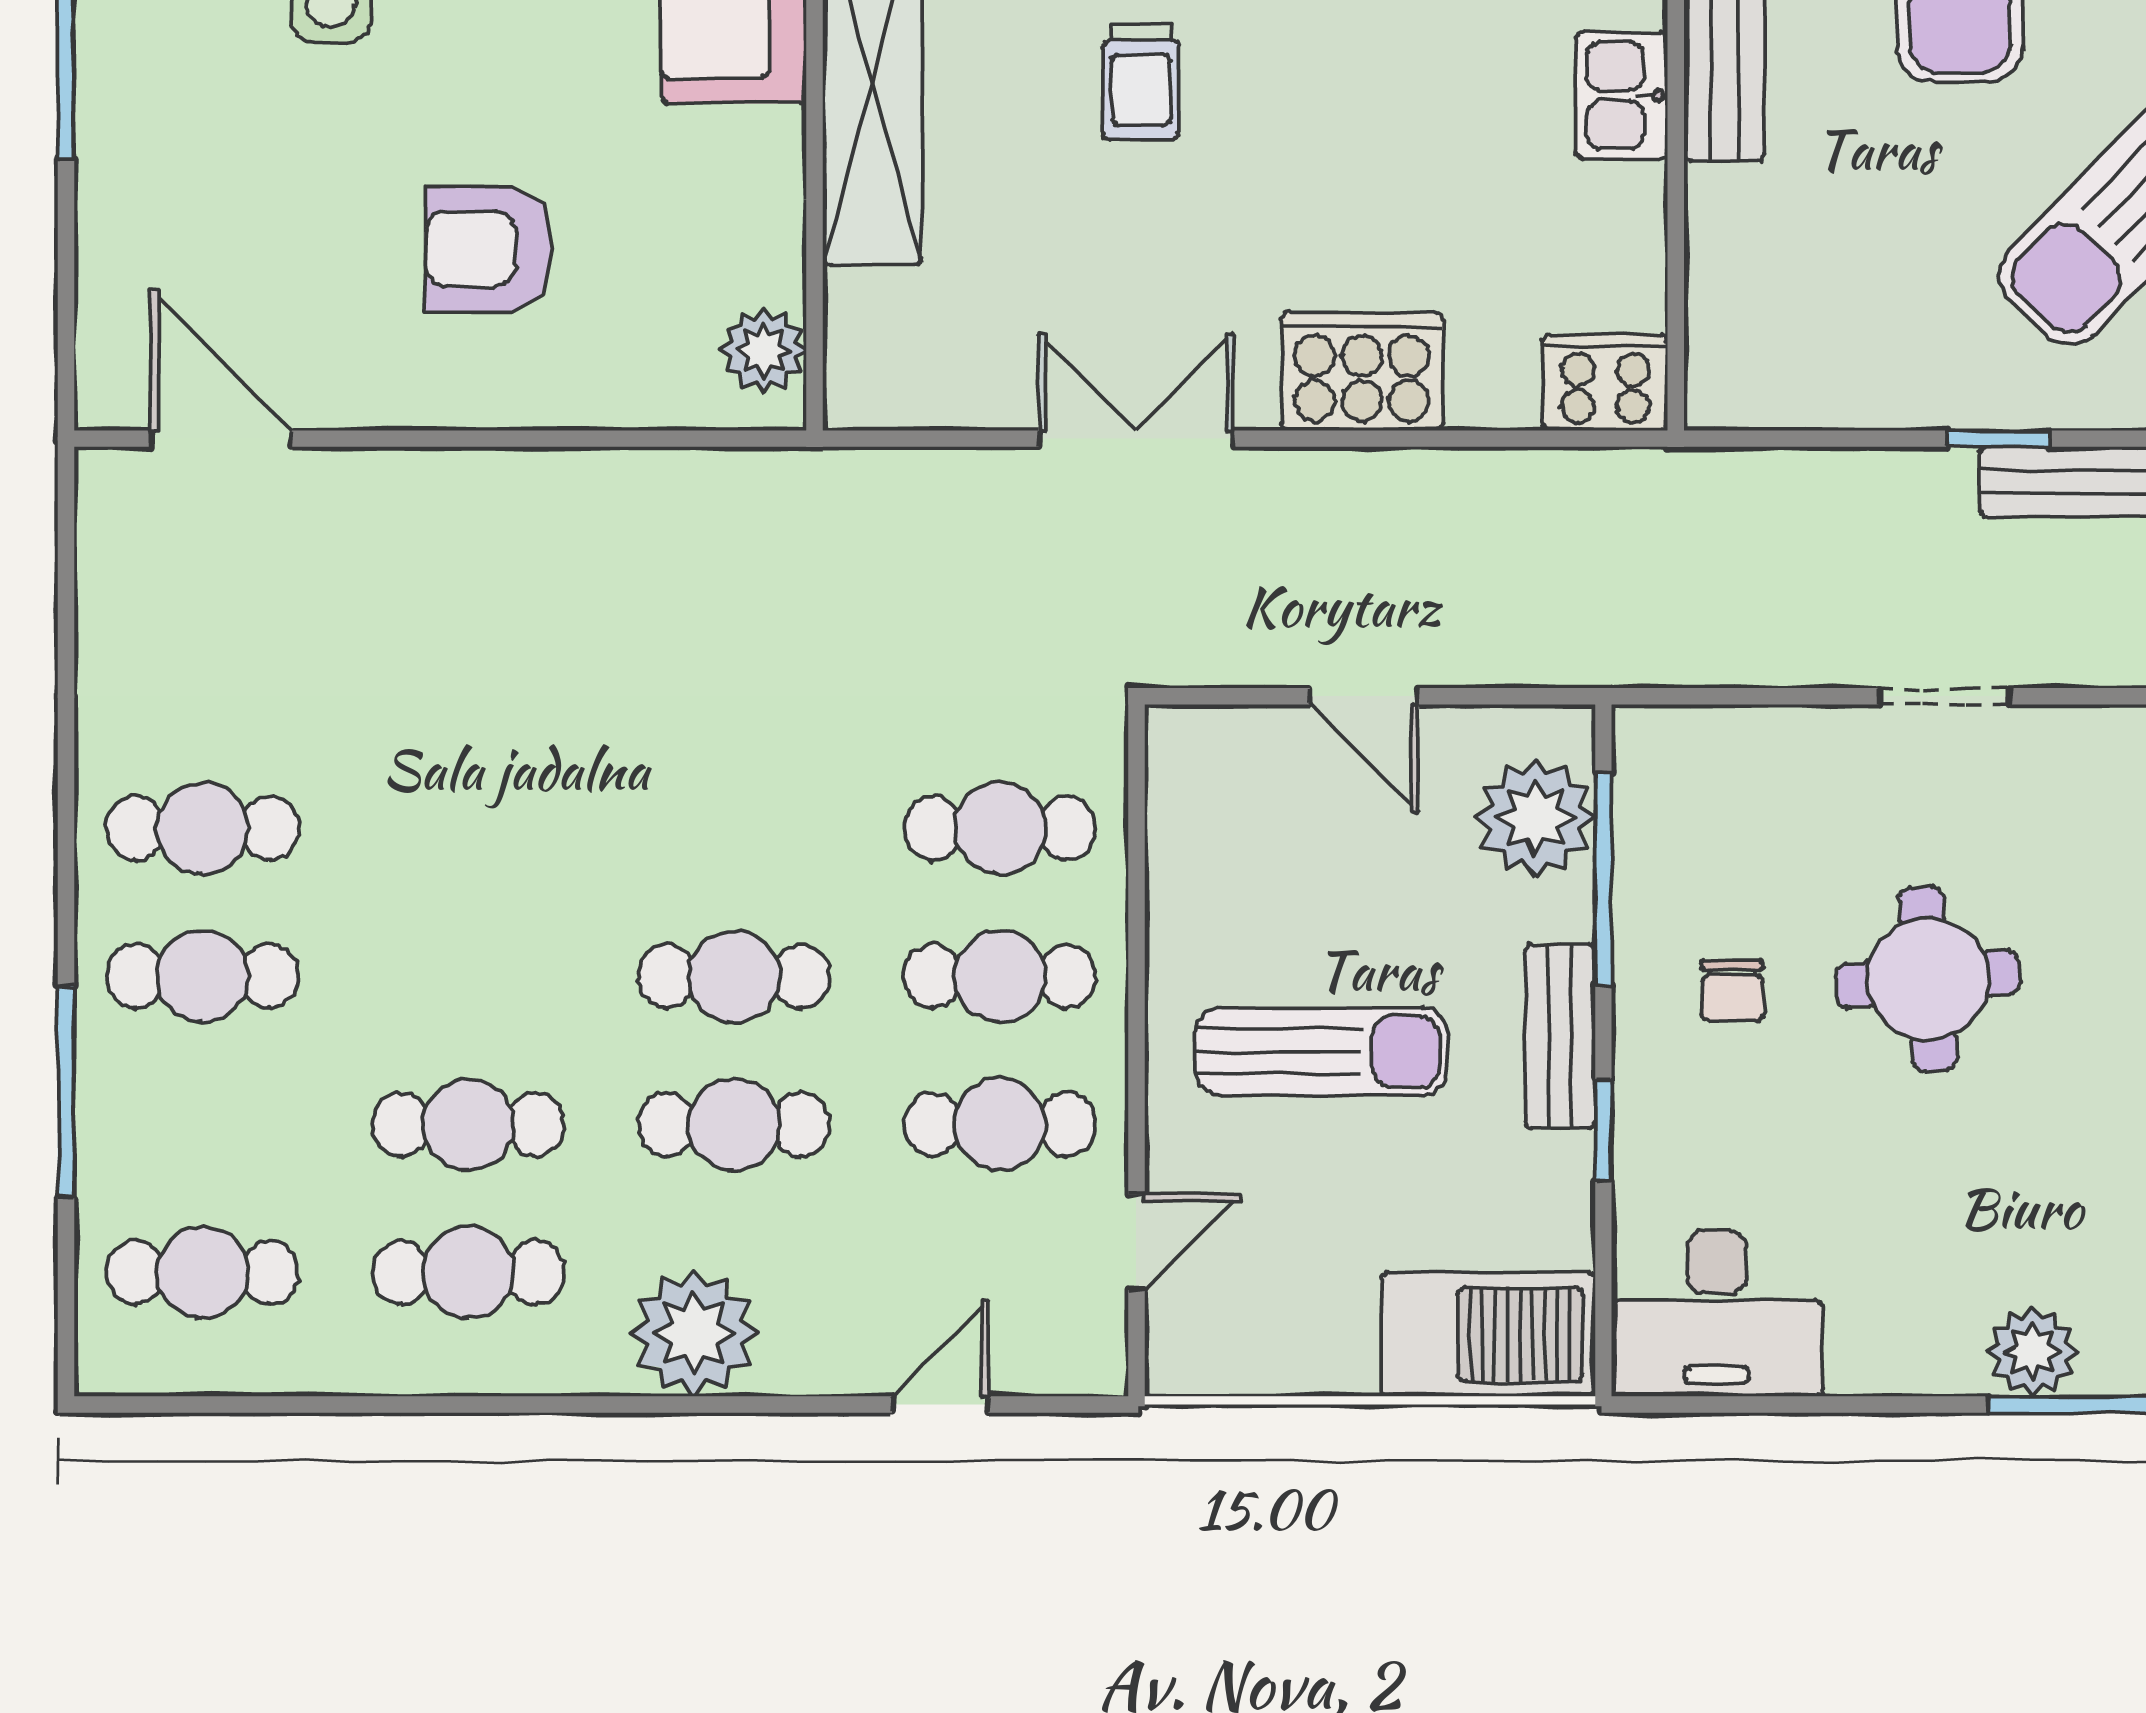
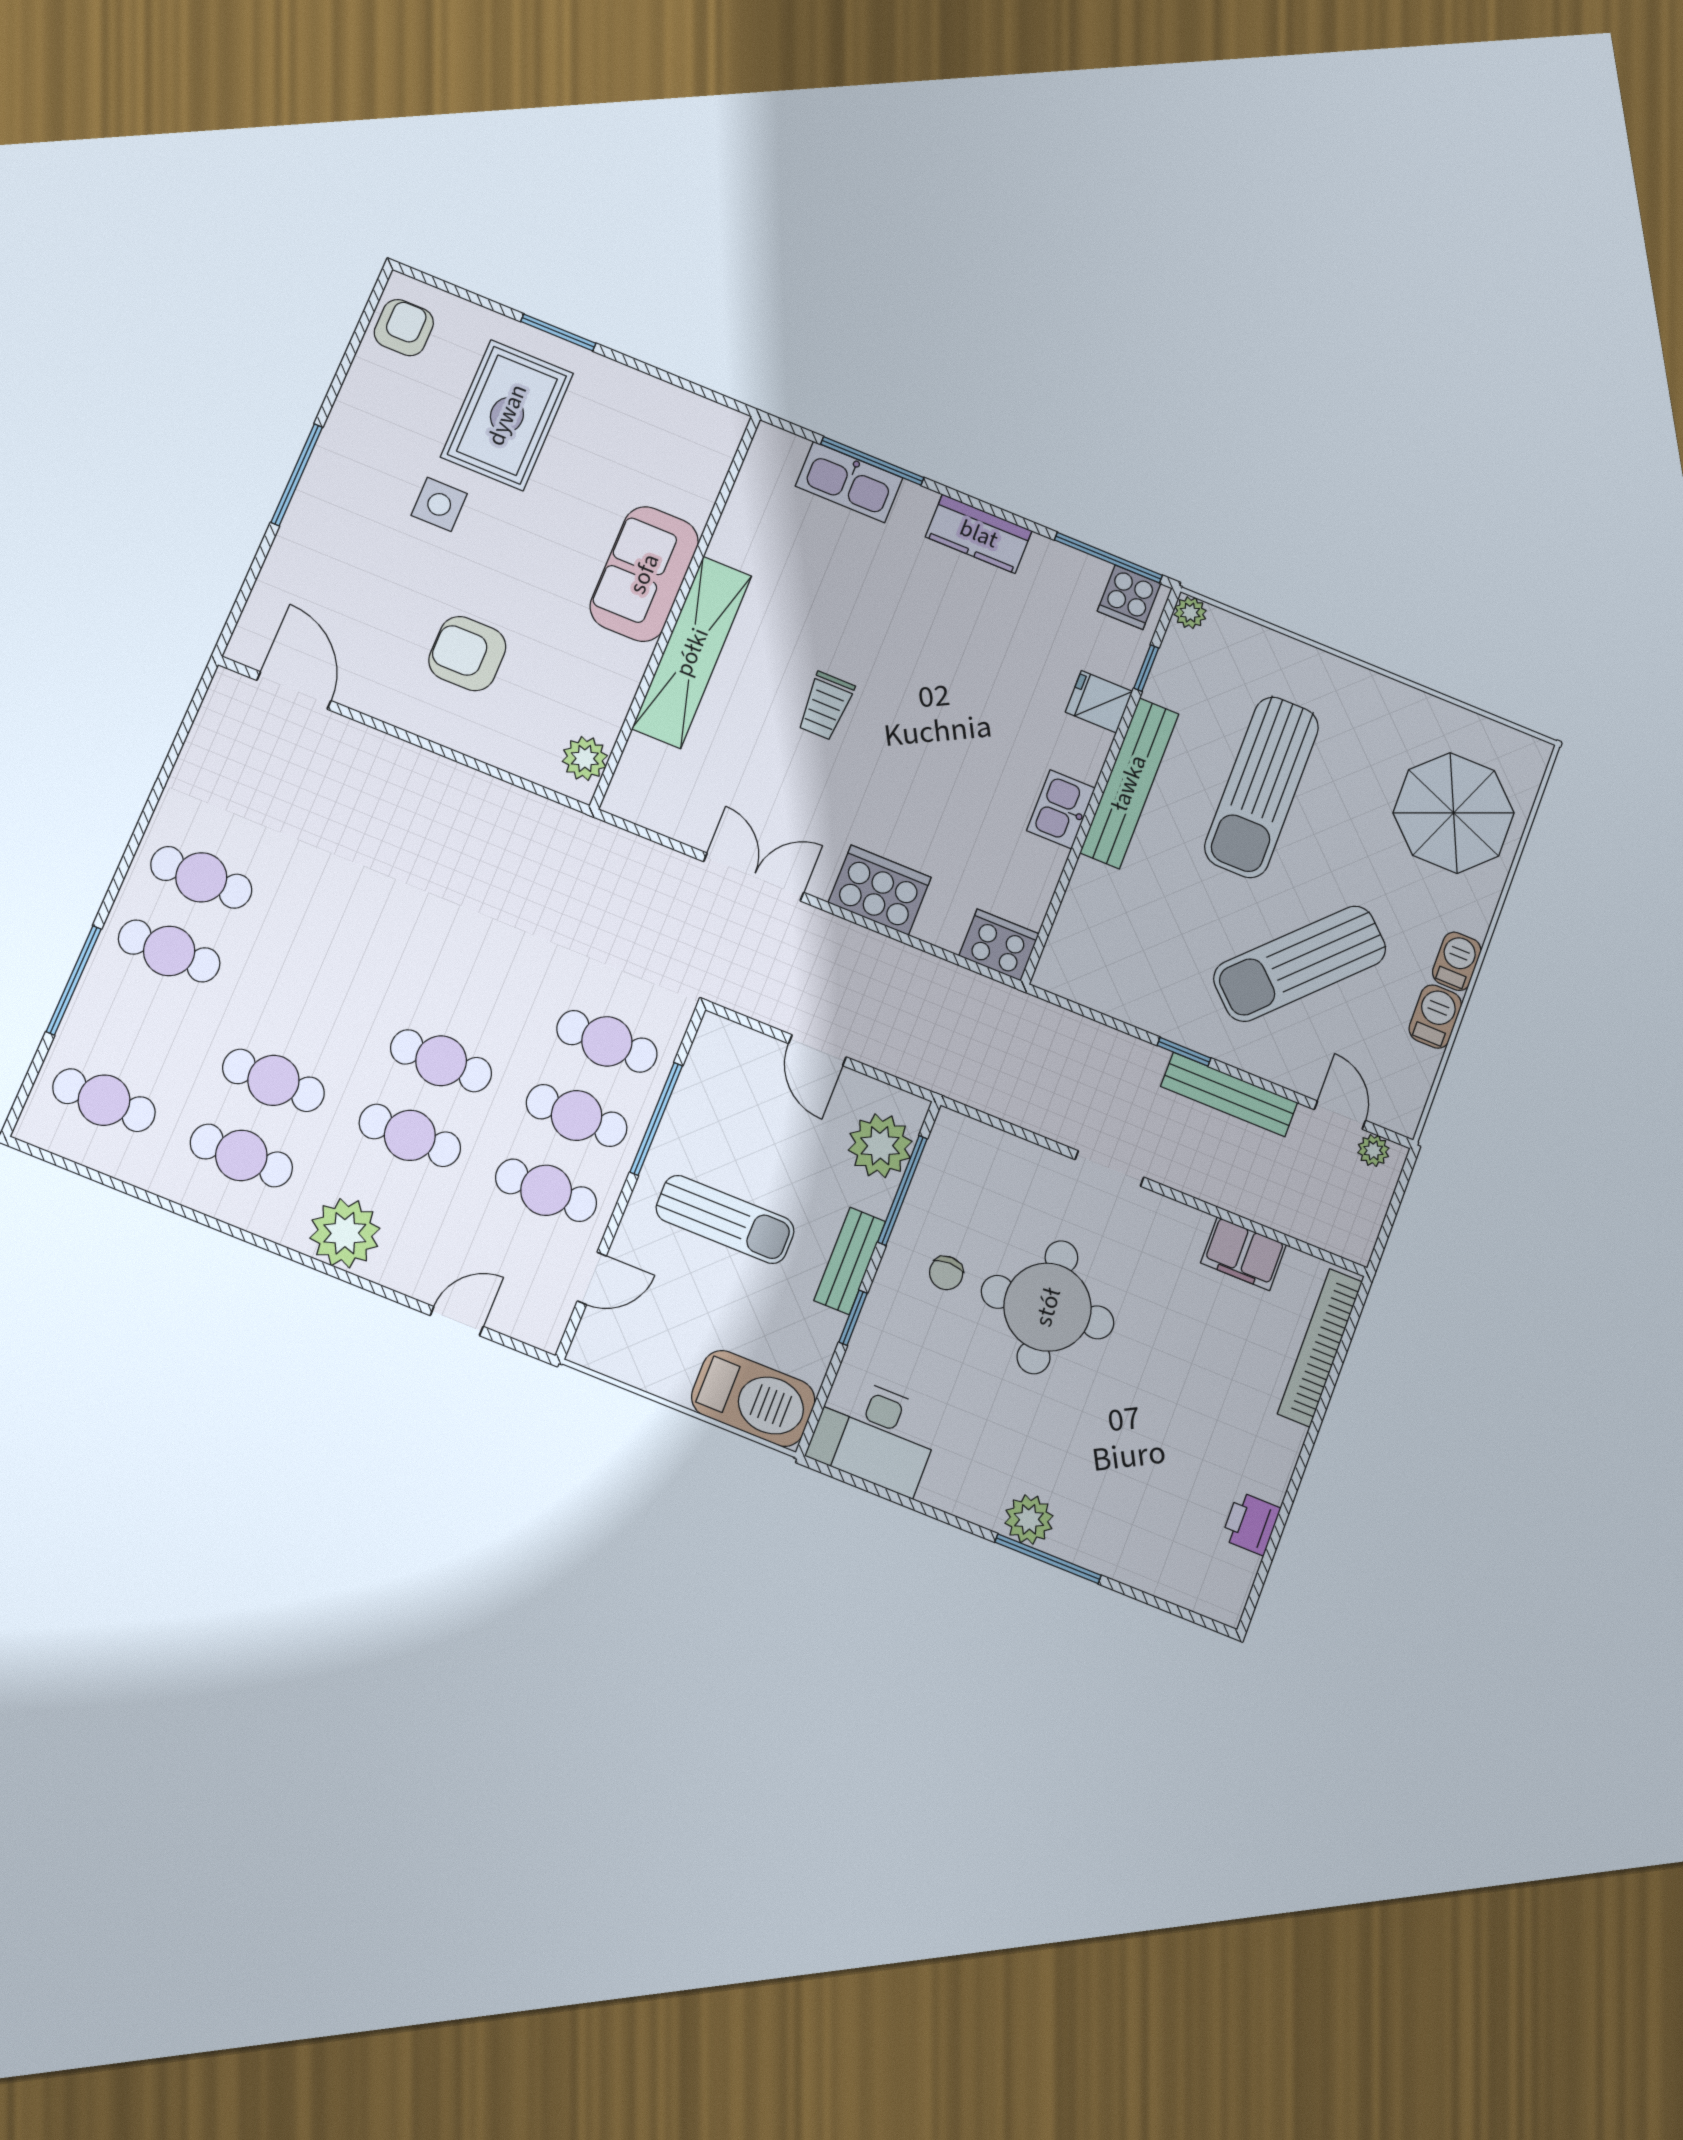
window: (1136, 927) -> (656, 1119), added
round table: (1928, 979) -> (1048, 1307), width x1.36, depth x1.36

